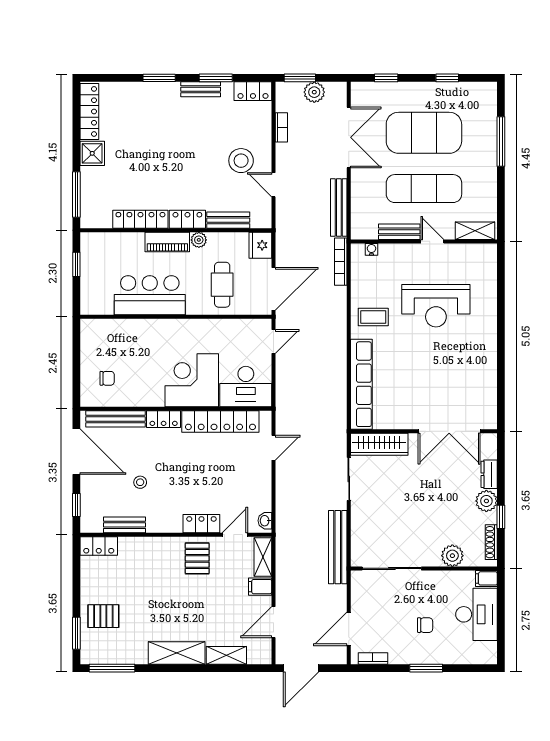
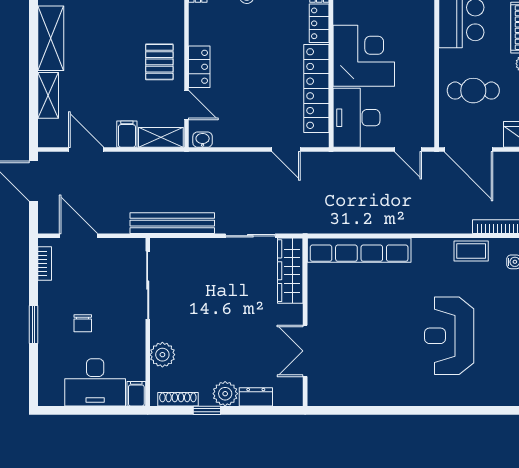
coffee table: (373, 317) -> (471, 251), moved, turned 90
double door: (449, 431) -> (305, 351), width x0.73
pallet: (197, 558) -> (159, 62), turned 90

